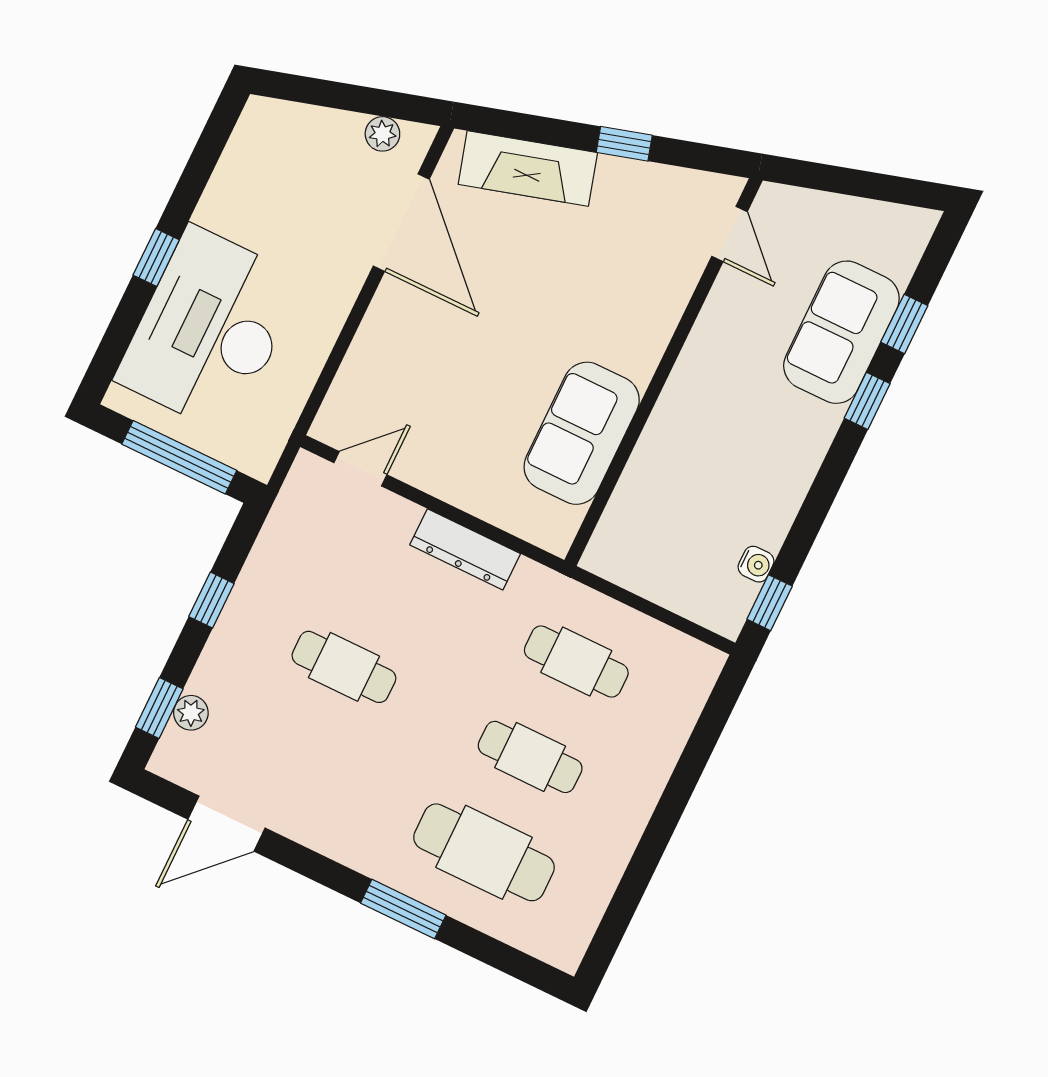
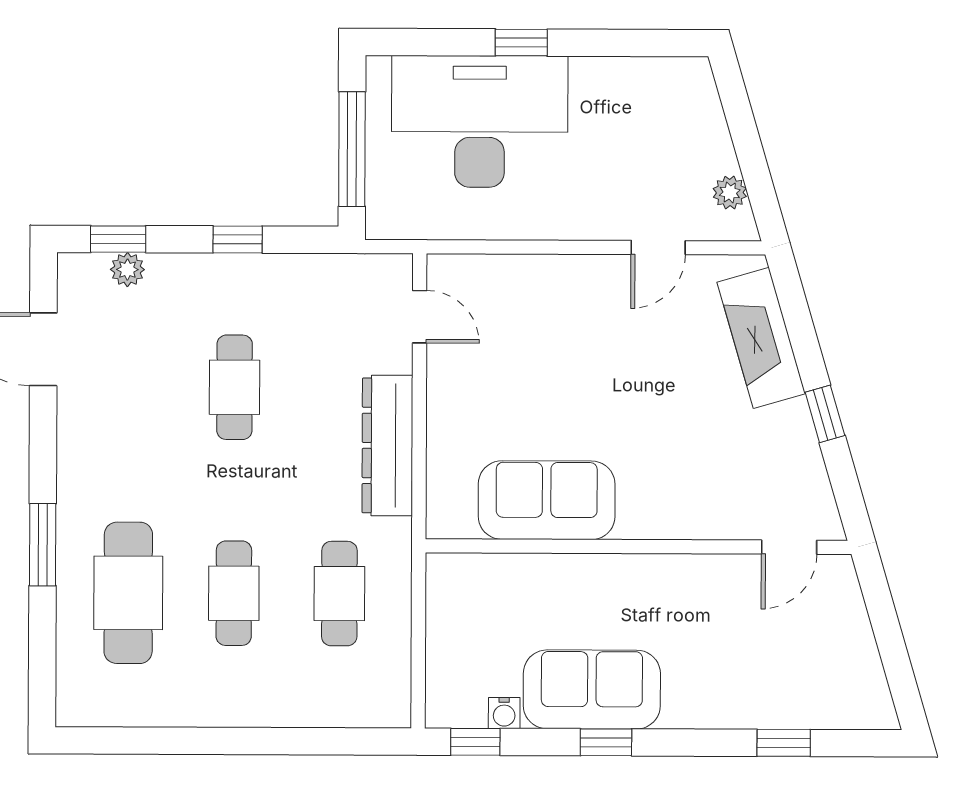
door: (401, 223) -> (658, 248), width x0.53
sofa: (841, 332) -> (592, 689), moved
window: (867, 401) -> (606, 742), moved
dresser: (465, 549) -> (387, 445), width x1.37, depth x1.24

